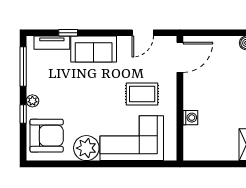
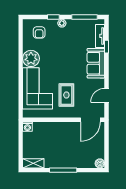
door: (143, 33) -> (107, 95), hinge flipped
door: (180, 57) -> (90, 120), hinge flipped
washing machine: (190, 118) -> (27, 127), moved
armchair: (47, 136) -> (39, 32), width x0.53, depth x0.53

